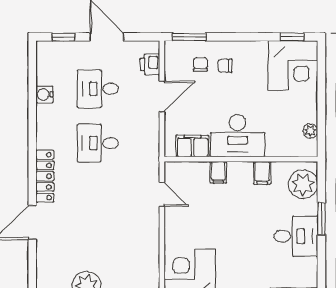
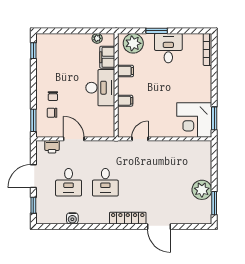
corner desk: (293, 65) -> (53, 50), removed
filing cabinet: (193, 146) -> (107, 57), moved

